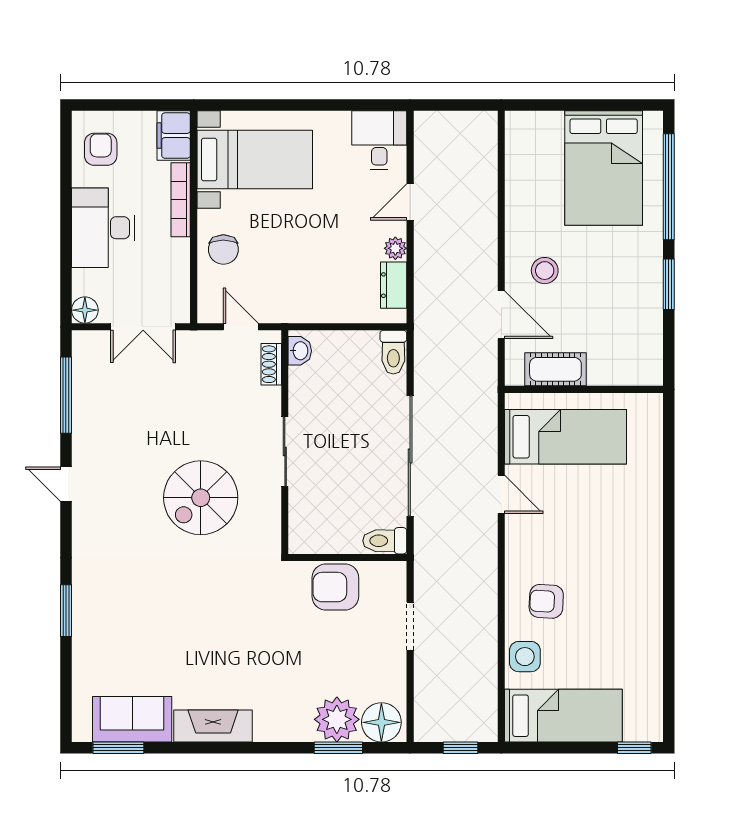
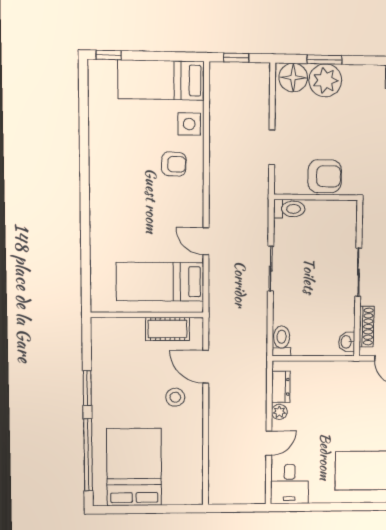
shoe rack: (271, 364) -> (367, 327), width x1.43
sliding door: (410, 456) -> (271, 269), width x0.54

